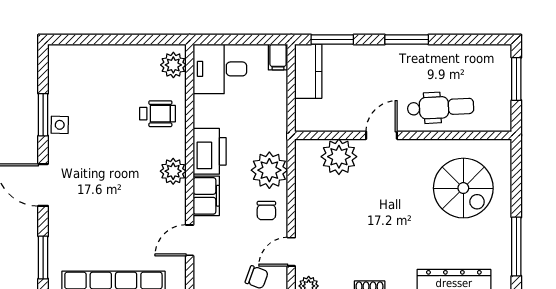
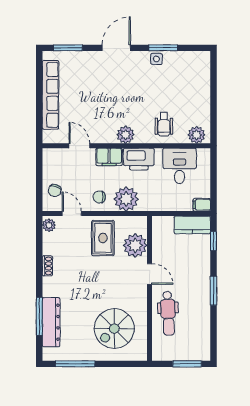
window: (332, 39) -> (213, 241), width x0.67
desk: (220, 69) -> (180, 166), moved
rug: (328, 205) -> (103, 238), added

